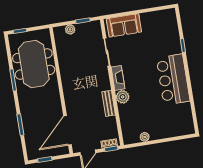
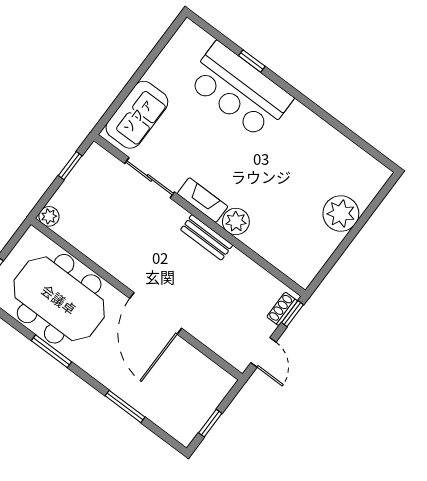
plant: (70, 29) -> (49, 216), moved
bar counter: (173, 80) -> (240, 90), moved
bench: (109, 103) -> (207, 237), moved
door: (67, 130) -> (156, 313), moved
plant: (145, 137) -> (341, 214), moved, width x1.88, depth x1.88

